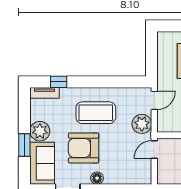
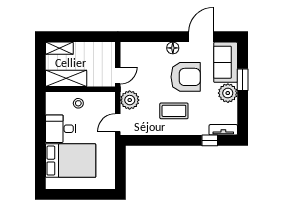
coffee table: (96, 113) -> (174, 111), width x0.73, depth x0.76

